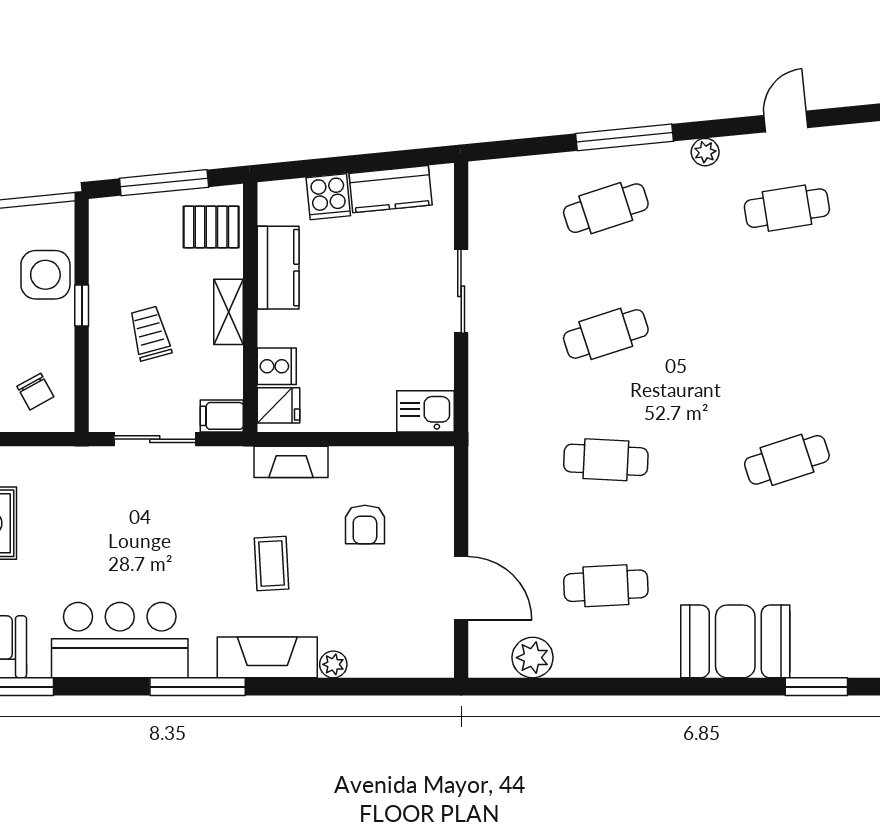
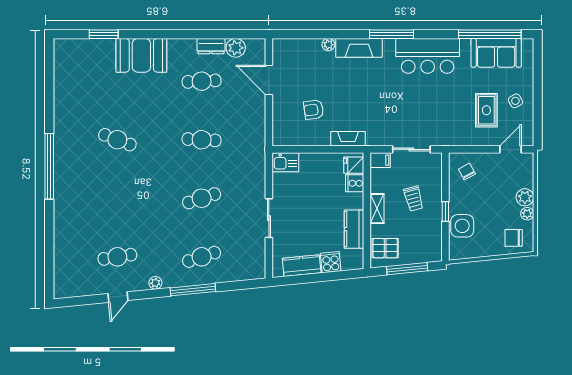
cafe table: (787, 460) -> (117, 140), turned 39
armchair: (365, 525) -> (314, 110), turned -98
coffee table: (271, 563) -> (357, 92), removed
dresser: (586, 661) -> (211, 46), added

